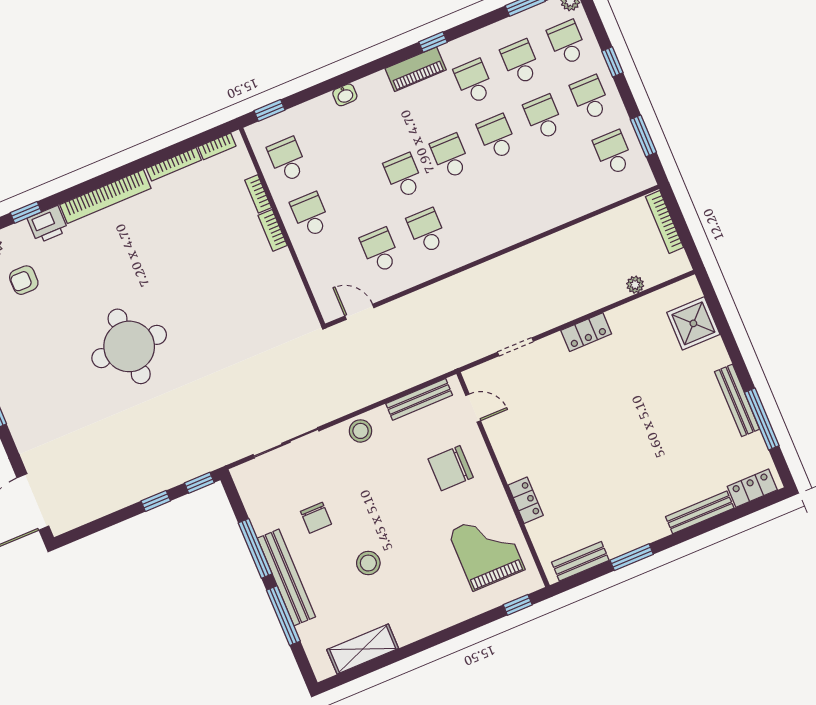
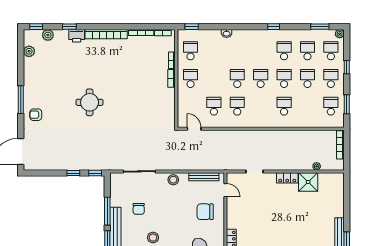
piano: (416, 69) -> (261, 35), removed
school desk: (520, 192) -> (284, 106), added
armchair: (24, 280) -> (36, 115), moved
shower: (693, 323) -> (308, 182), moved
round table: (129, 346) -> (90, 102), width x0.73, depth x0.73

